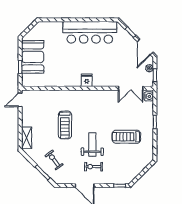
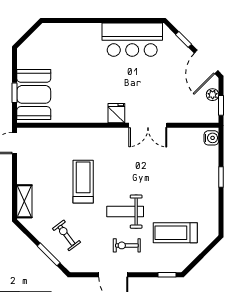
bar counter: (90, 32) -> (132, 40), width x0.73
booth: (33, 57) -> (34, 94), moved
double door: (131, 88) -> (148, 125), moved
treadmill: (65, 125) -> (83, 182), turned 180
treadmill: (126, 137) -> (175, 233), moved
weight bench: (92, 144) -> (125, 212), turned -90

